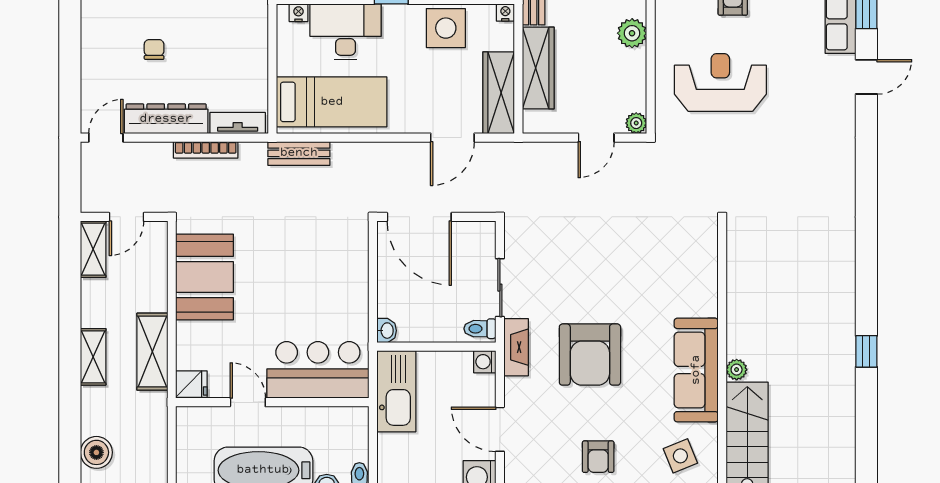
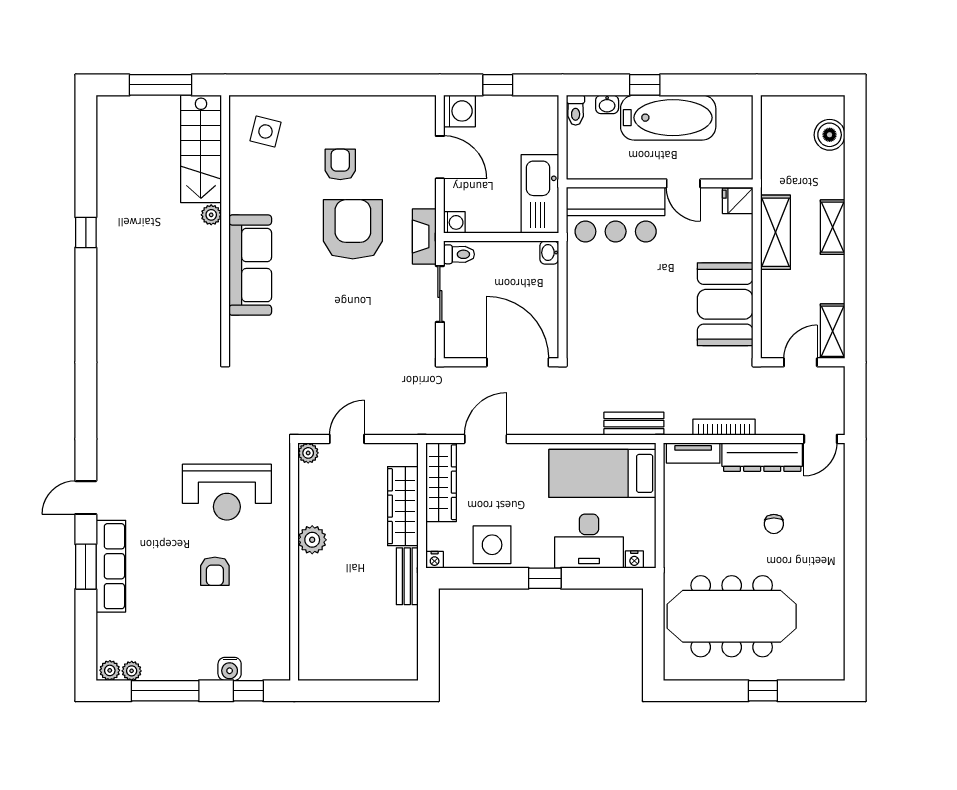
sofa: (696, 370) -> (250, 265), moved
side table: (680, 456) -> (265, 131), turned 36
armchair: (598, 457) -> (340, 164), moved

